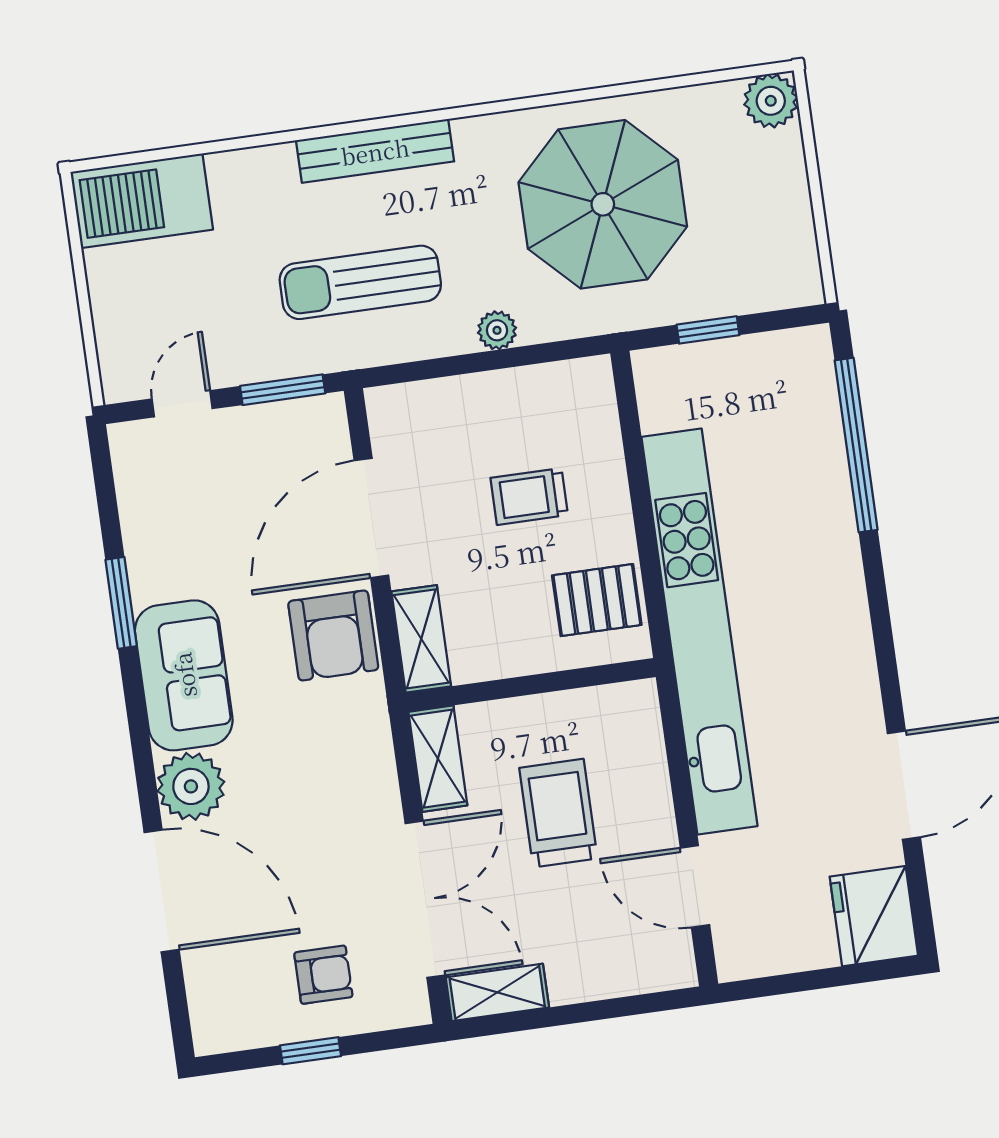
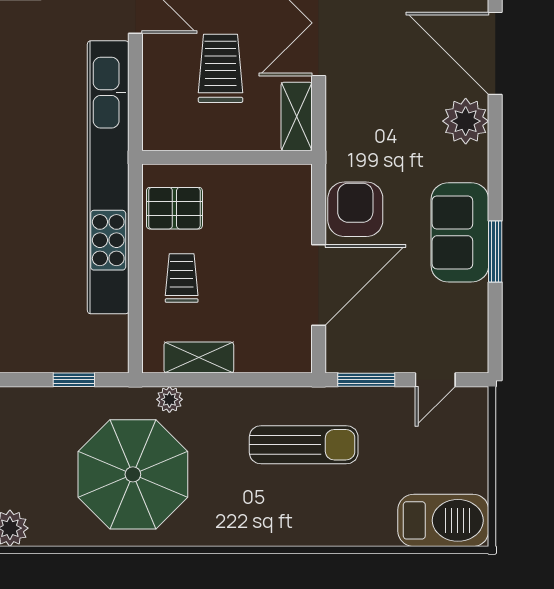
bench: (375, 151) -> (281, 532), removed
plant: (497, 330) -> (169, 399), moved
trolley: (529, 496) -> (182, 278), moved, turned -90
shelving: (421, 639) -> (199, 358), moved, turned 90
sofa: (184, 675) -> (460, 232), moved
trolley: (558, 813) -> (220, 68), turned 180

